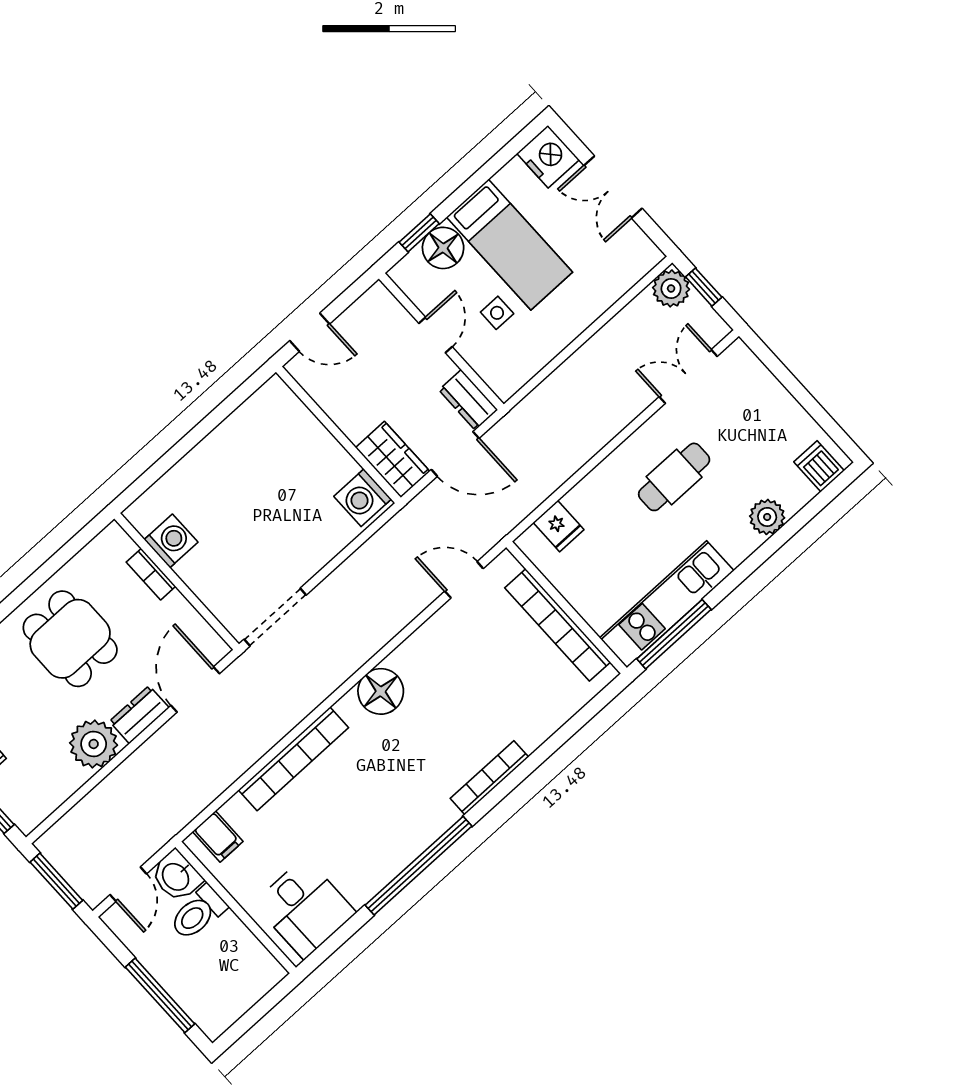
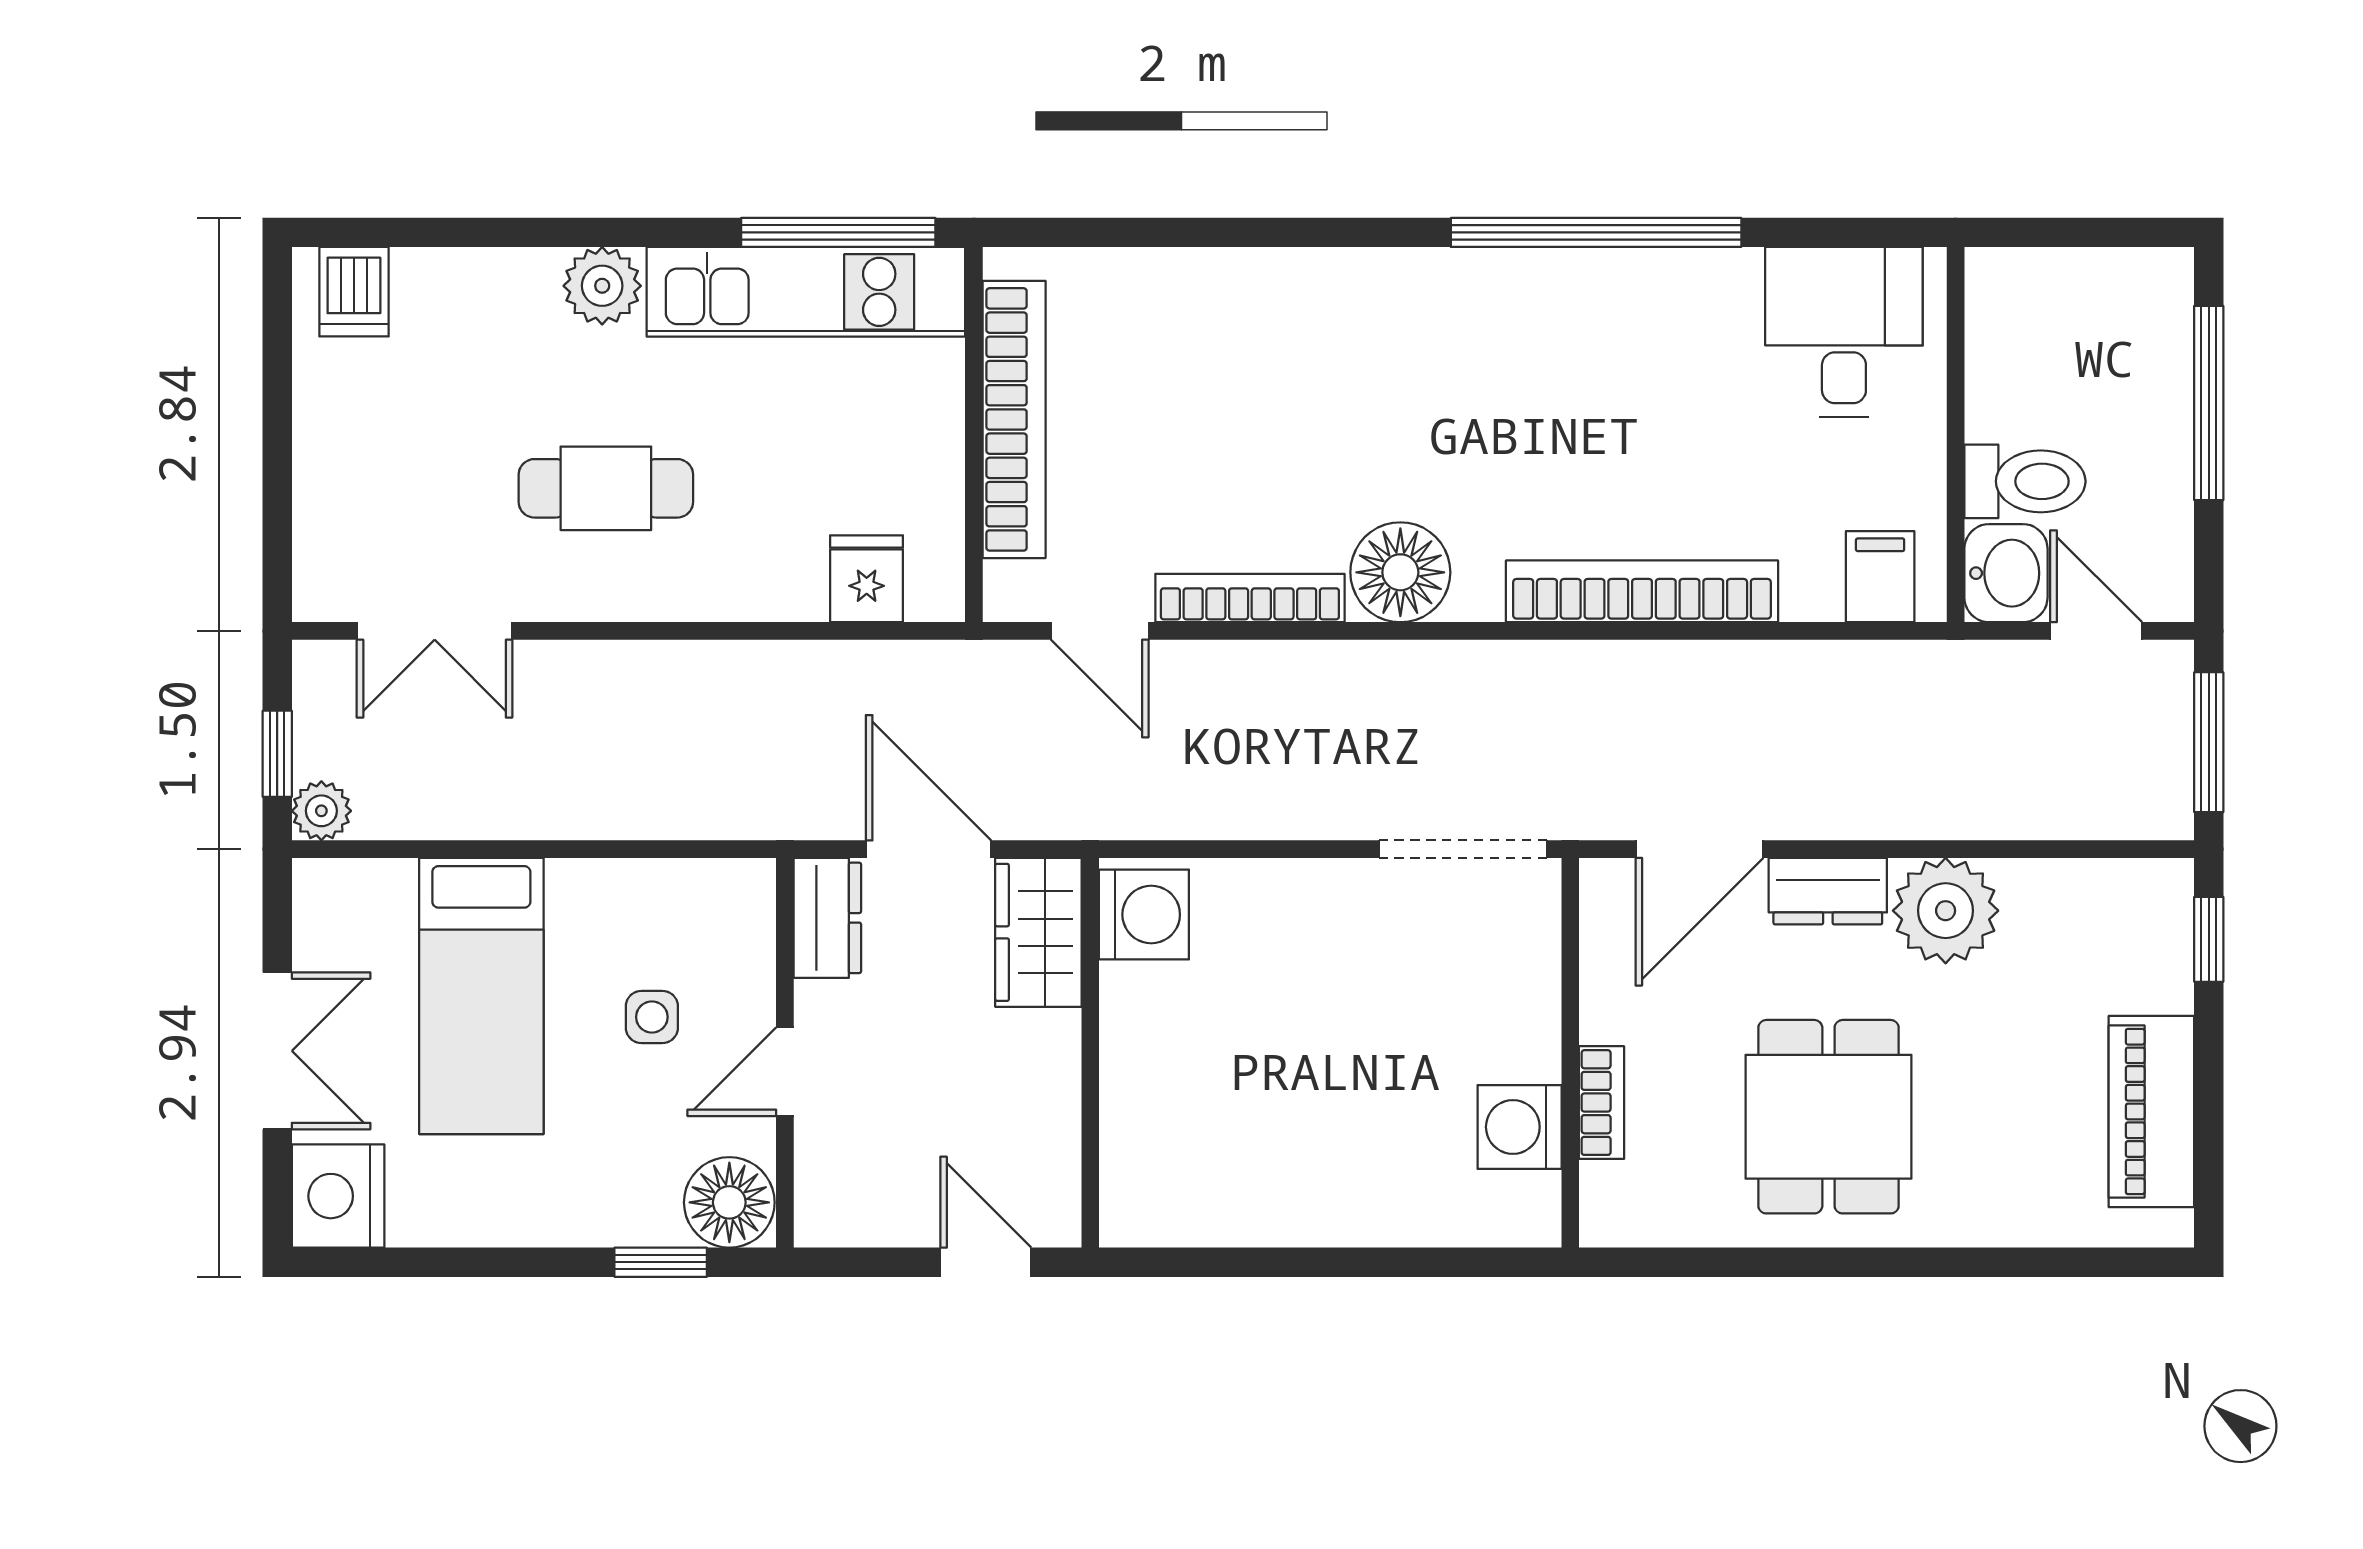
bed: (510, 245) -> (481, 996), moved, turned 180
floor lamp: (443, 248) -> (729, 1202), moved
plant: (671, 288) -> (321, 811), width x0.73, depth x0.73
plant: (767, 517) -> (602, 286), moved
bookcase: (489, 778) -> (1250, 598), moved, turned 180
door: (128, 884) -> (2096, 631), hinge flipped

